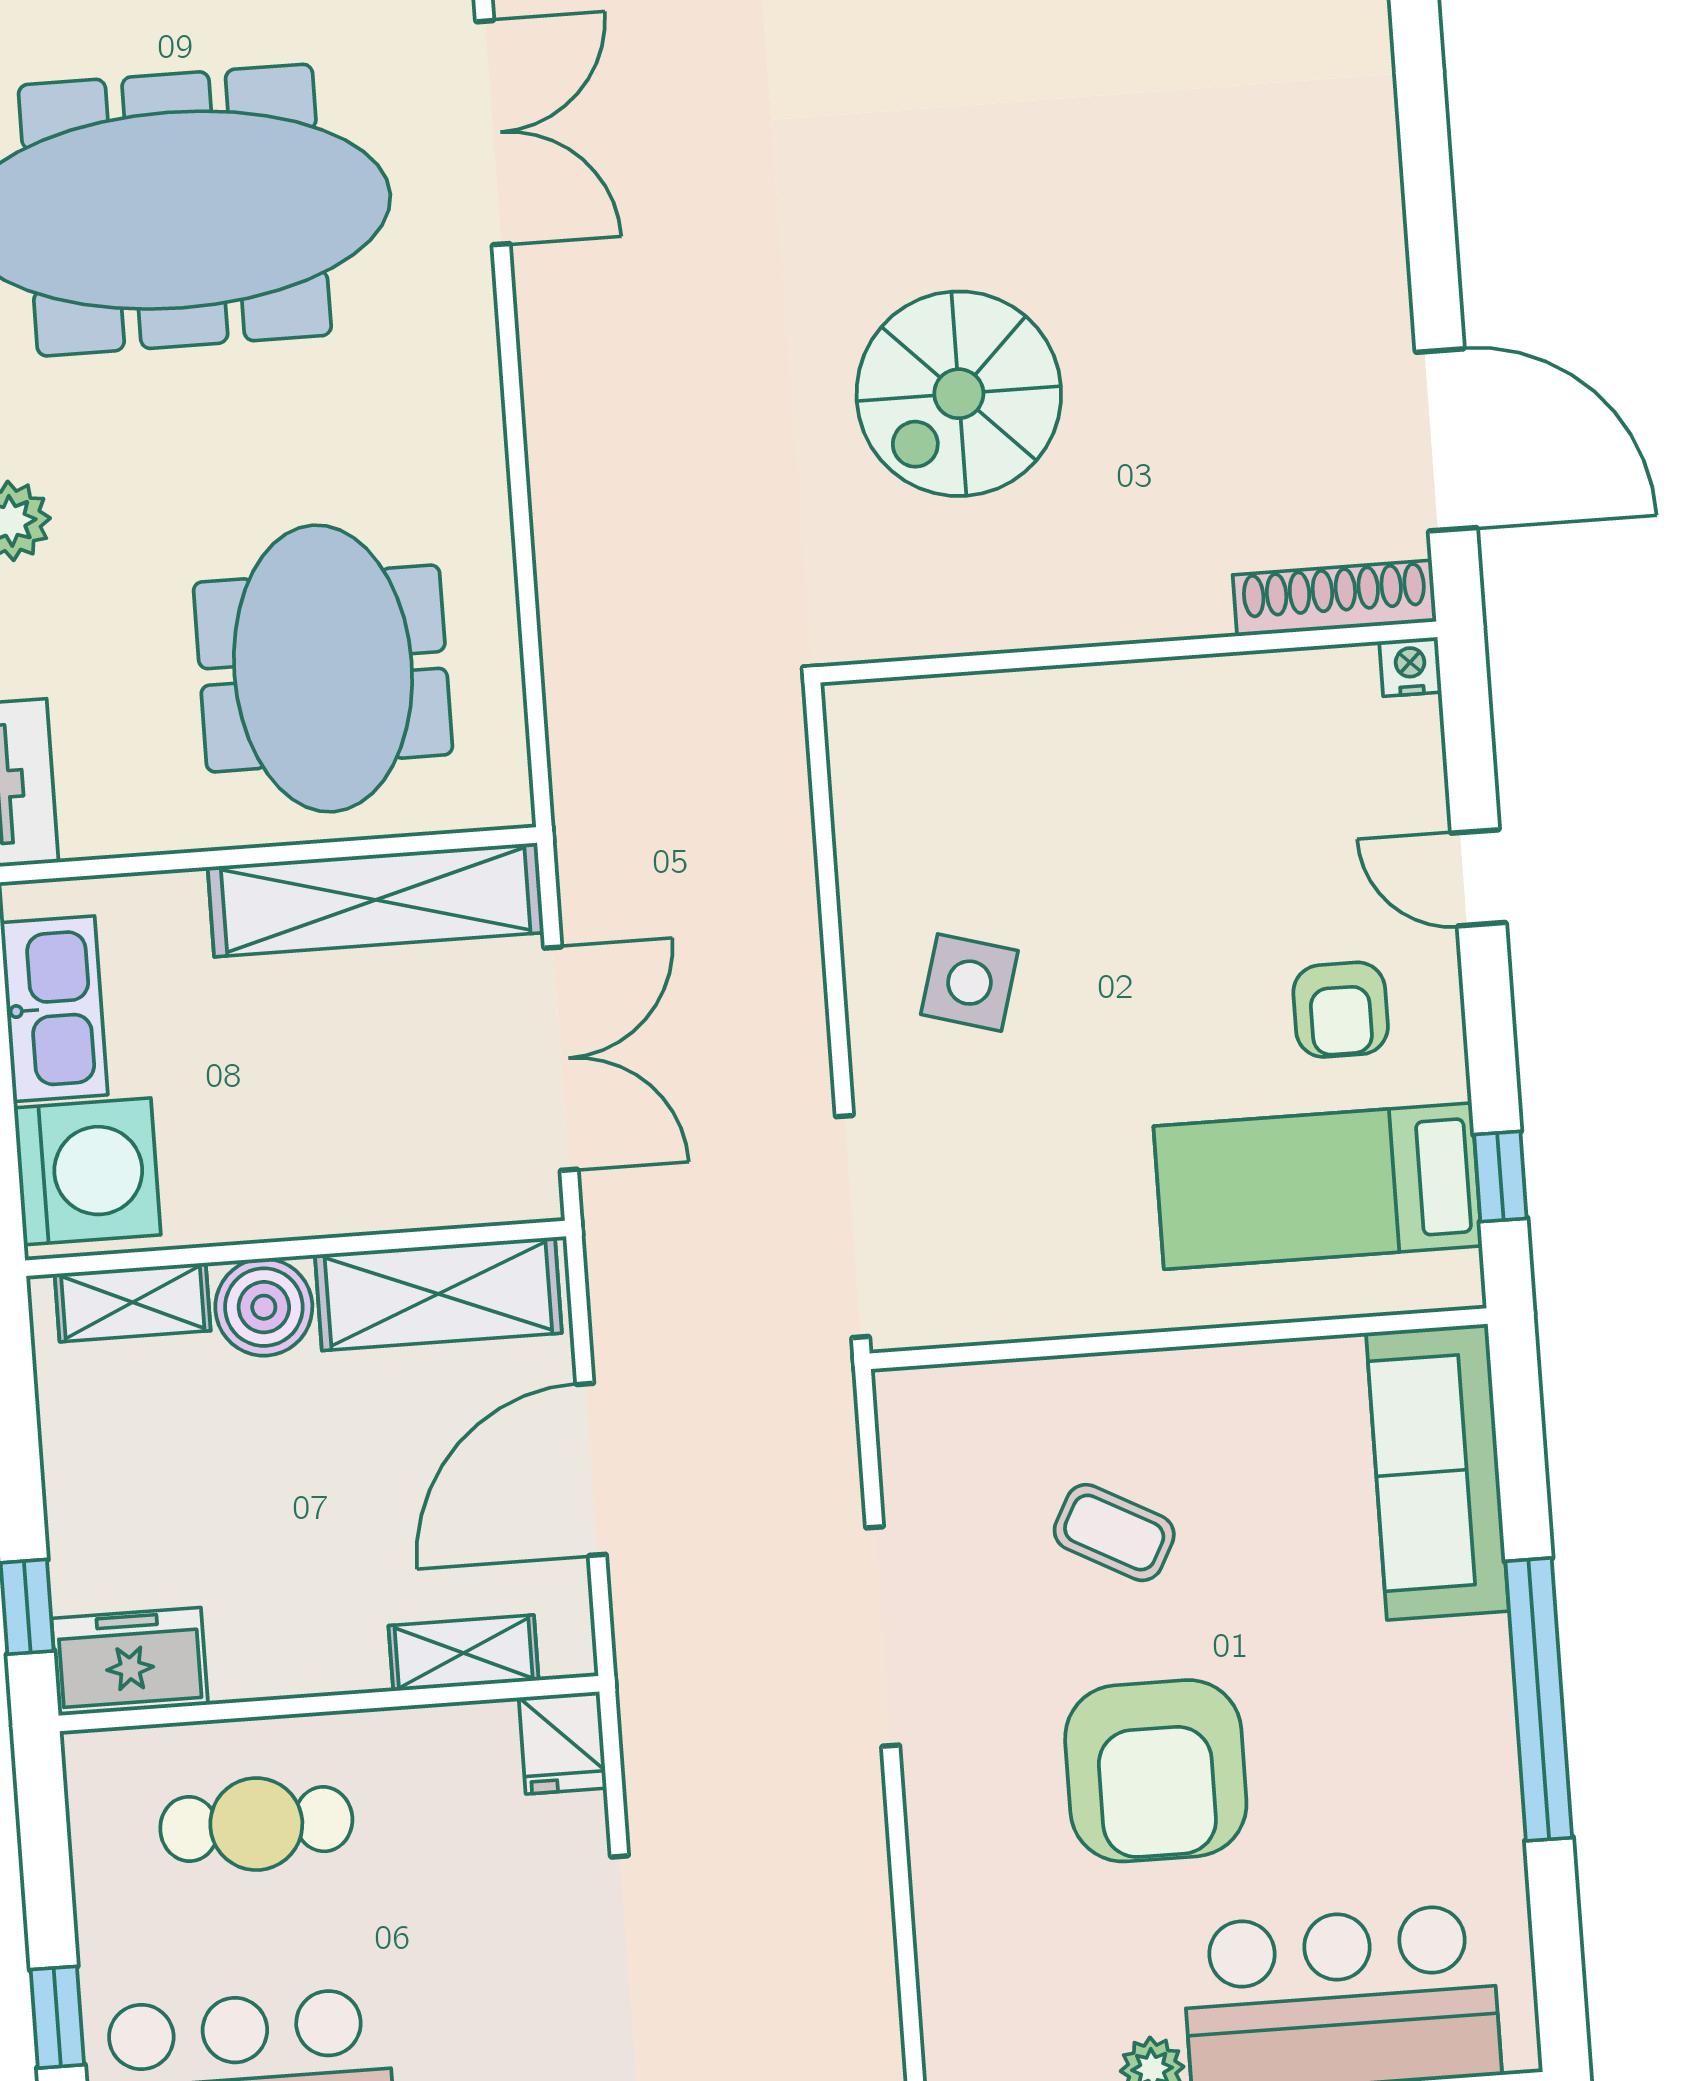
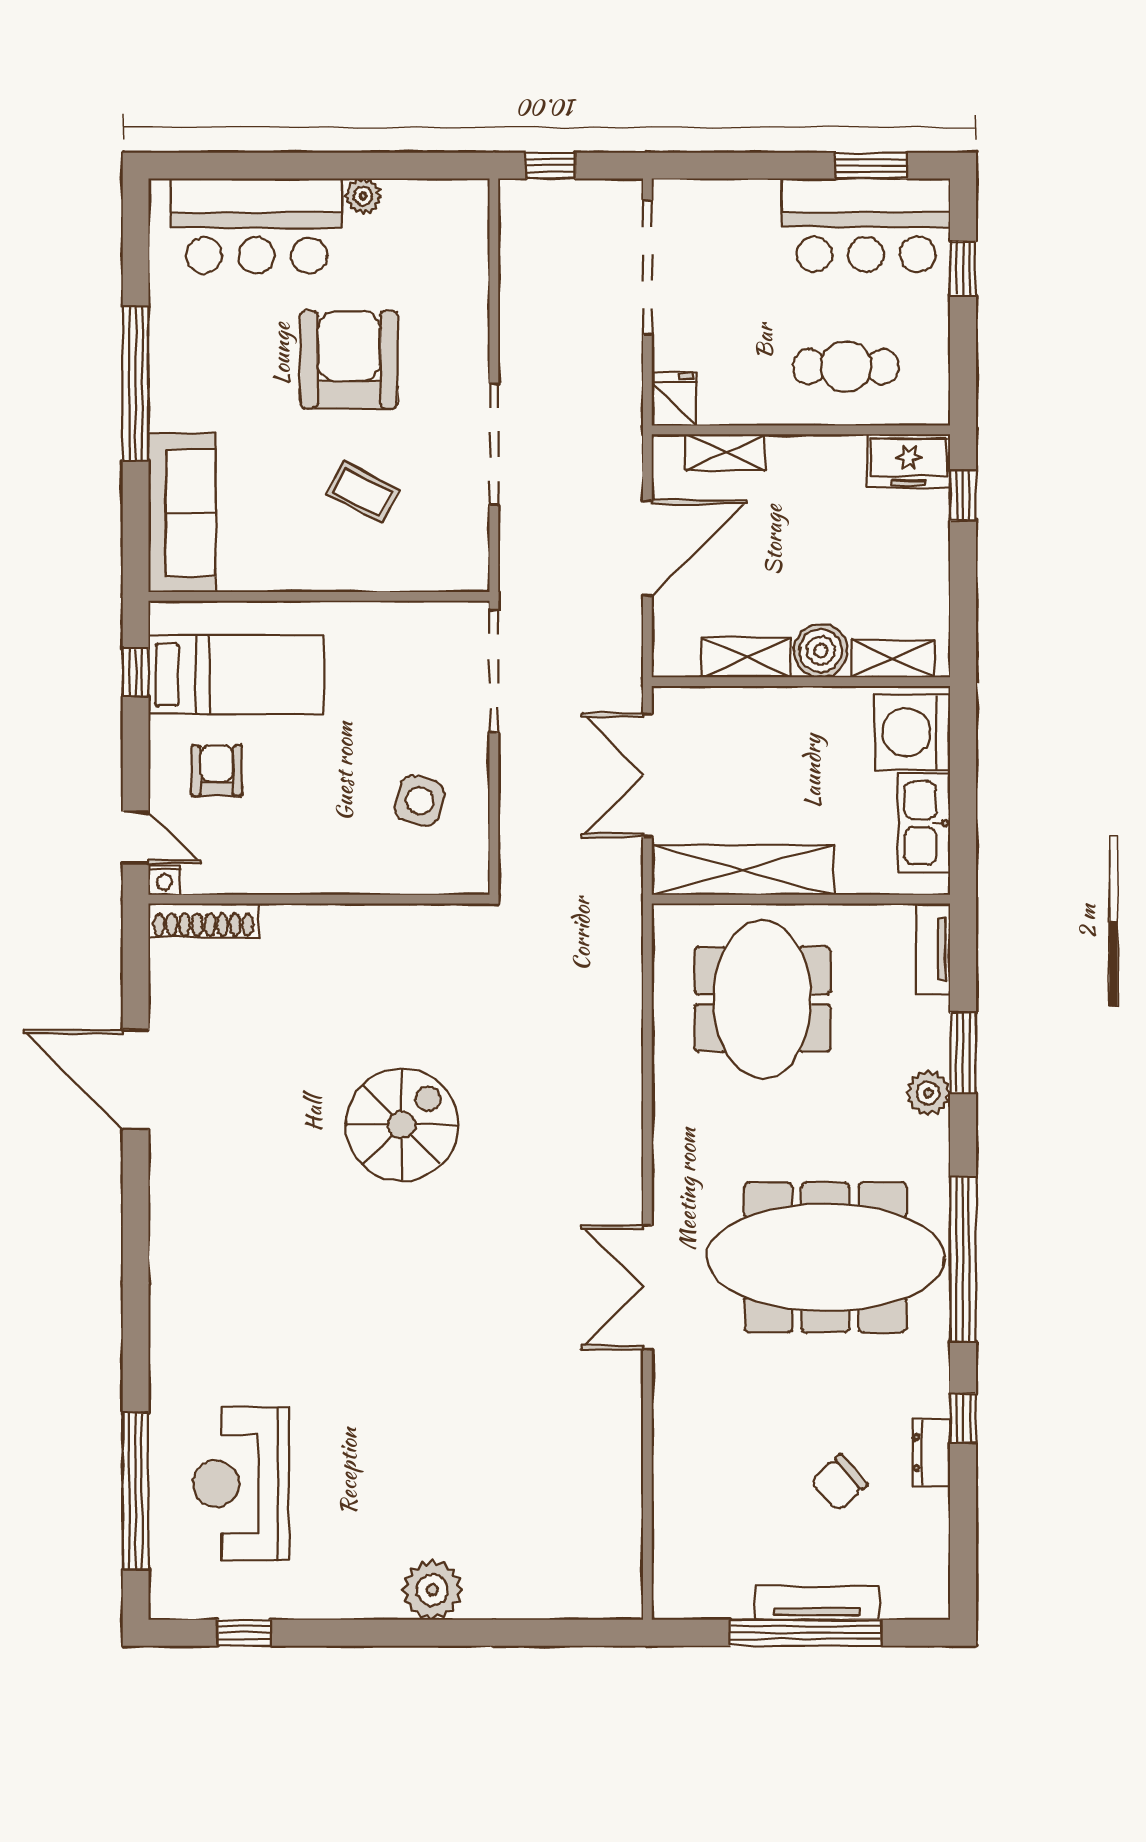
shoe rack: (1334, 598) -> (203, 920), moved
wall: (1128, 652) -> (319, 899), moved
nightstand: (1410, 667) -> (165, 880), moved
shelving: (438, 1294) -> (746, 657), width x0.67, depth x0.75

